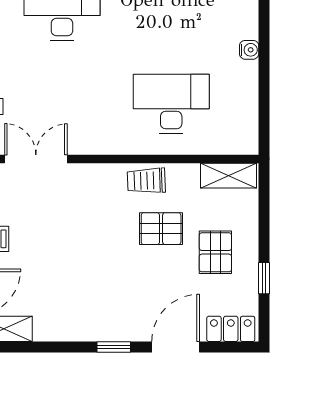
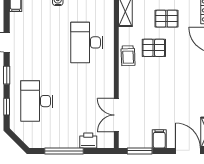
pallet: (161, 229) -> (154, 48), turned 90

